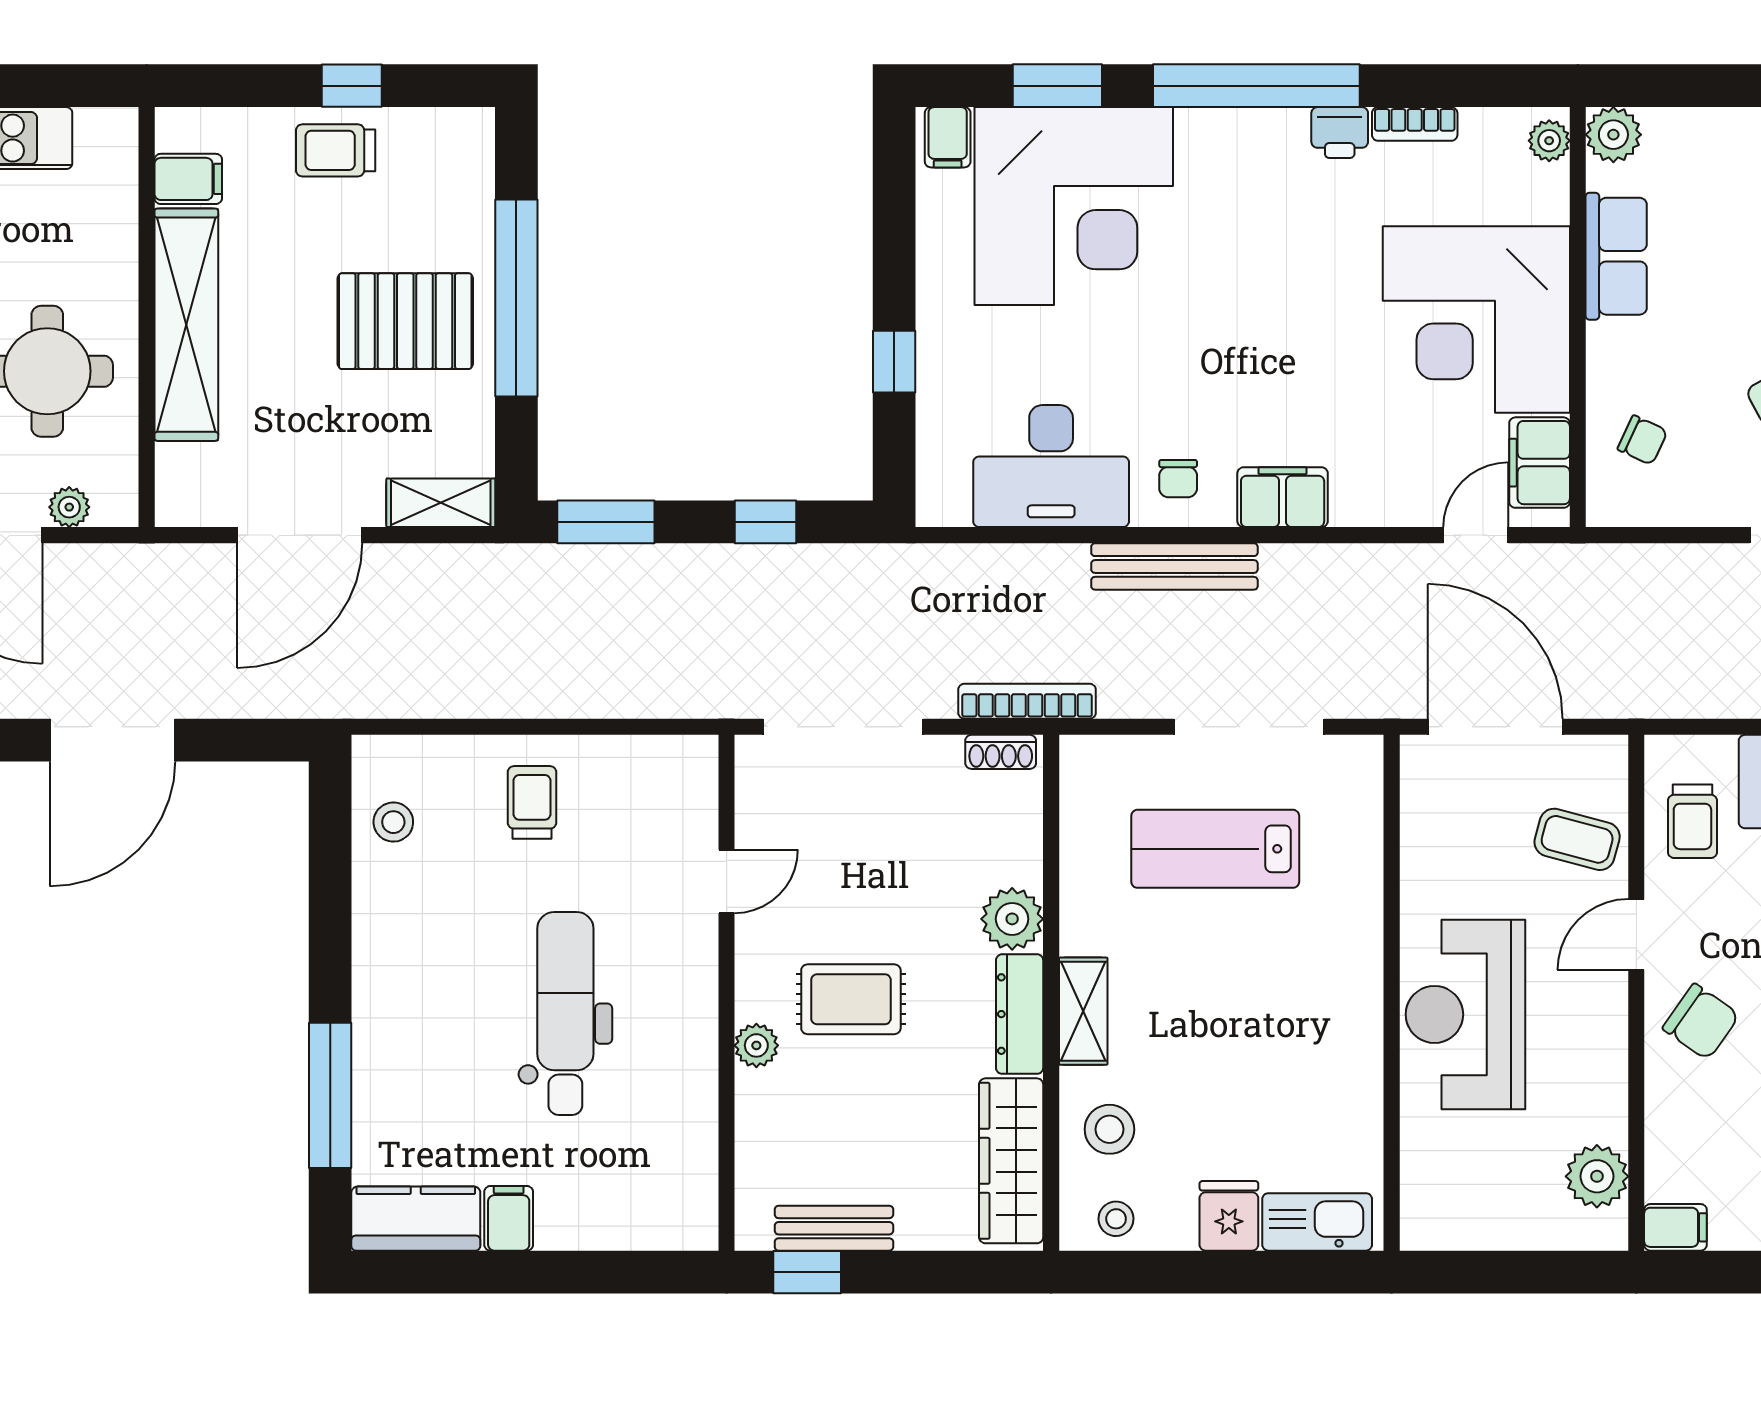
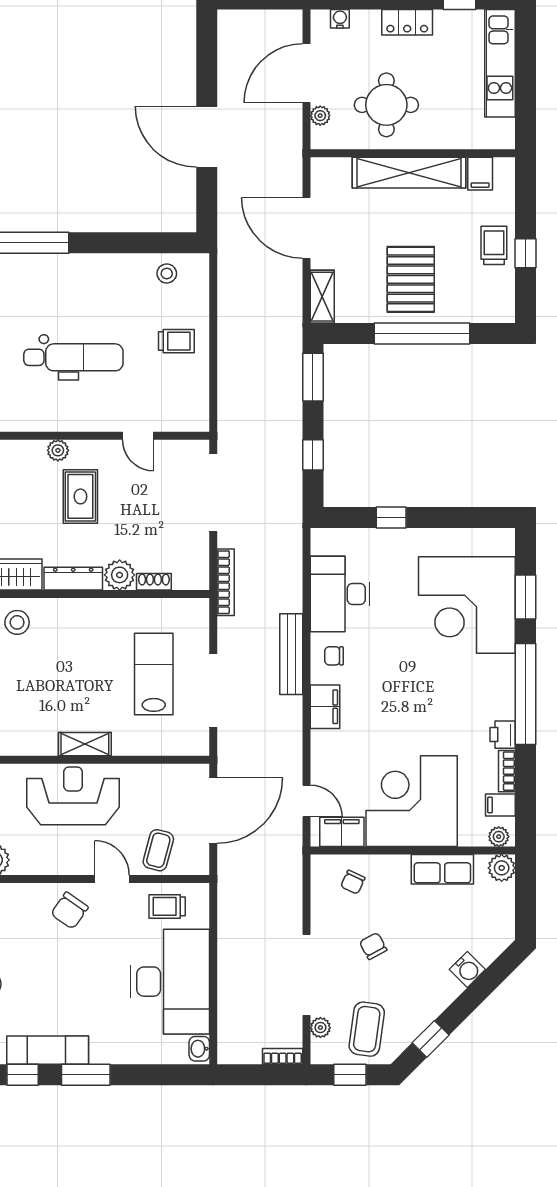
filing cabinet: (948, 137) -> (500, 805), moved
shoe rack: (1001, 752) -> (154, 582), moved, turned 90
shelving: (1083, 1011) -> (85, 744), moved

